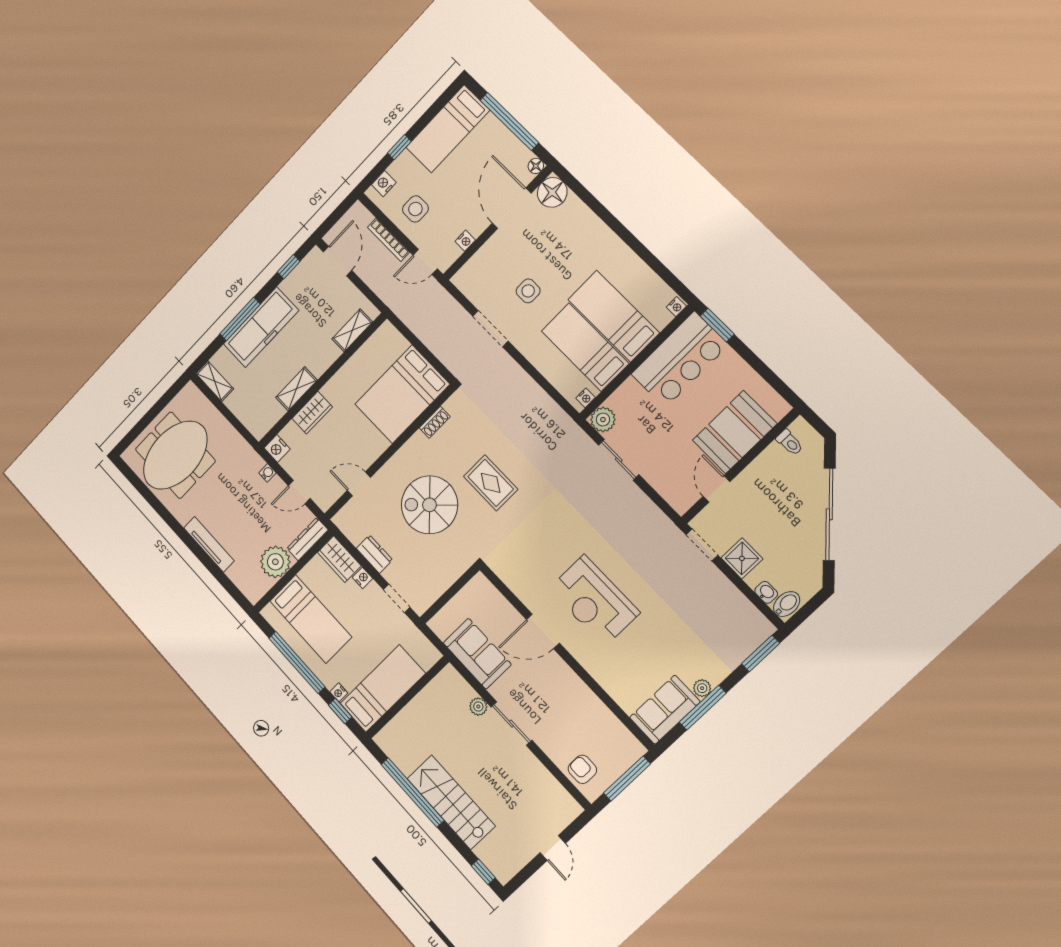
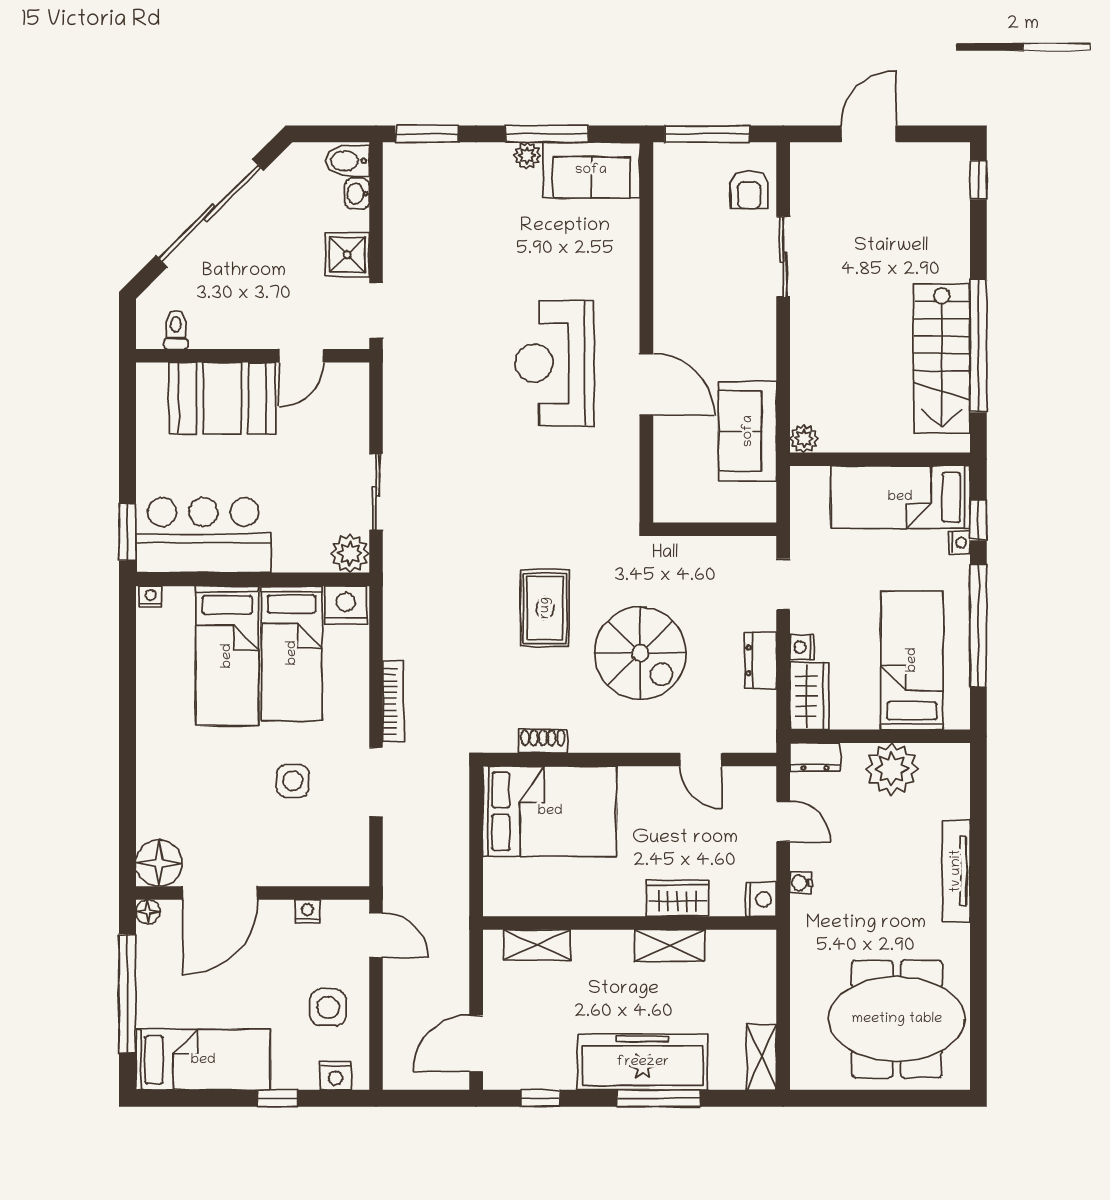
bookcase: (388, 240) -> (393, 701), moved
nightstand: (585, 398) -> (346, 605), width x1.89, depth x1.79
dresser: (307, 539) -> (815, 757), width x0.70
reception desk: (594, 601) -> (554, 363), turned 180
plant: (478, 707) -> (804, 438), moved
sliding door: (511, 724) -> (783, 257), moved
stairs: (451, 802) -> (942, 358), moved
door: (553, 848) -> (869, 134), width x1.38

